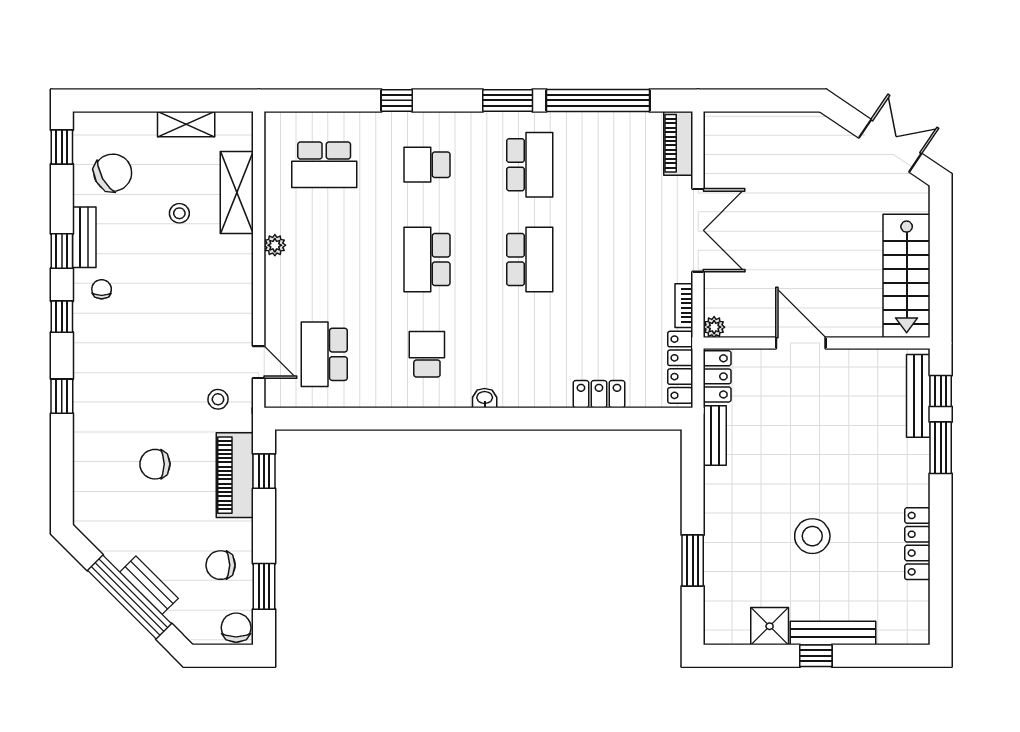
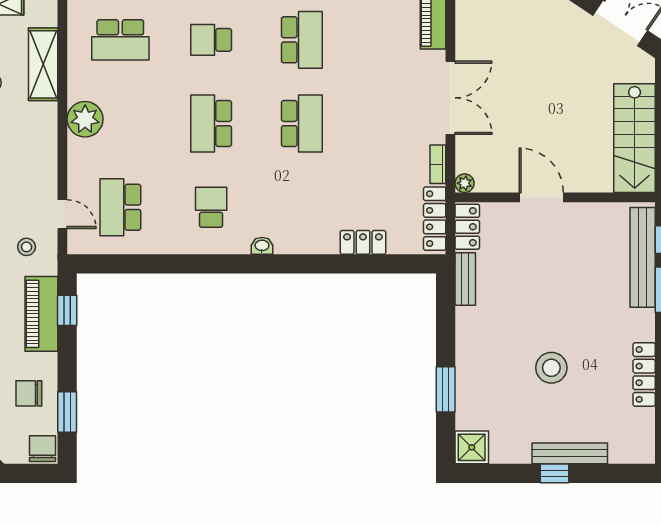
plant: (275, 245) -> (85, 119), width x1.88, depth x1.88
bench: (918, 396) -> (643, 257), width x1.37, depth x1.21
shower: (770, 626) -> (472, 447), moved

